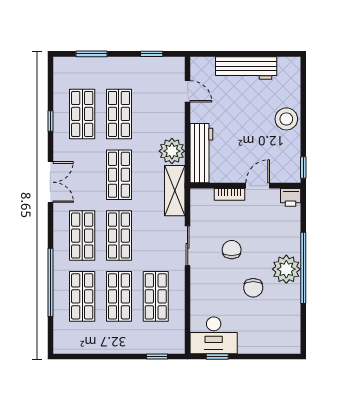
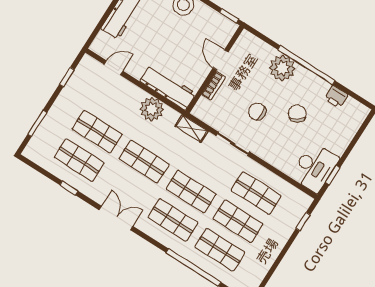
shelving: (175, 191) -> (192, 129), width x0.67, depth x0.75
printer: (291, 197) -> (336, 97), moved, turned 90
plant: (286, 269) -> (282, 68), moved
chair: (253, 288) -> (297, 114), turned -124

